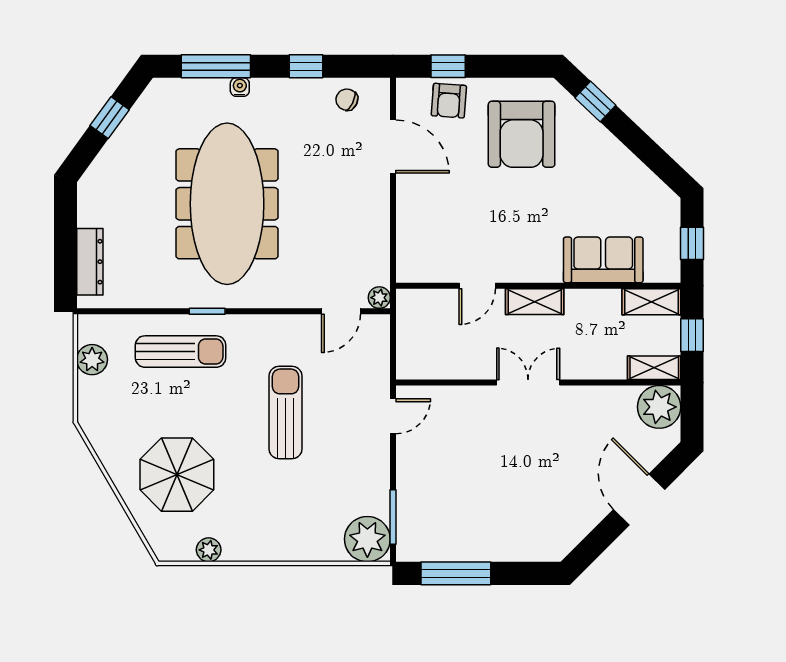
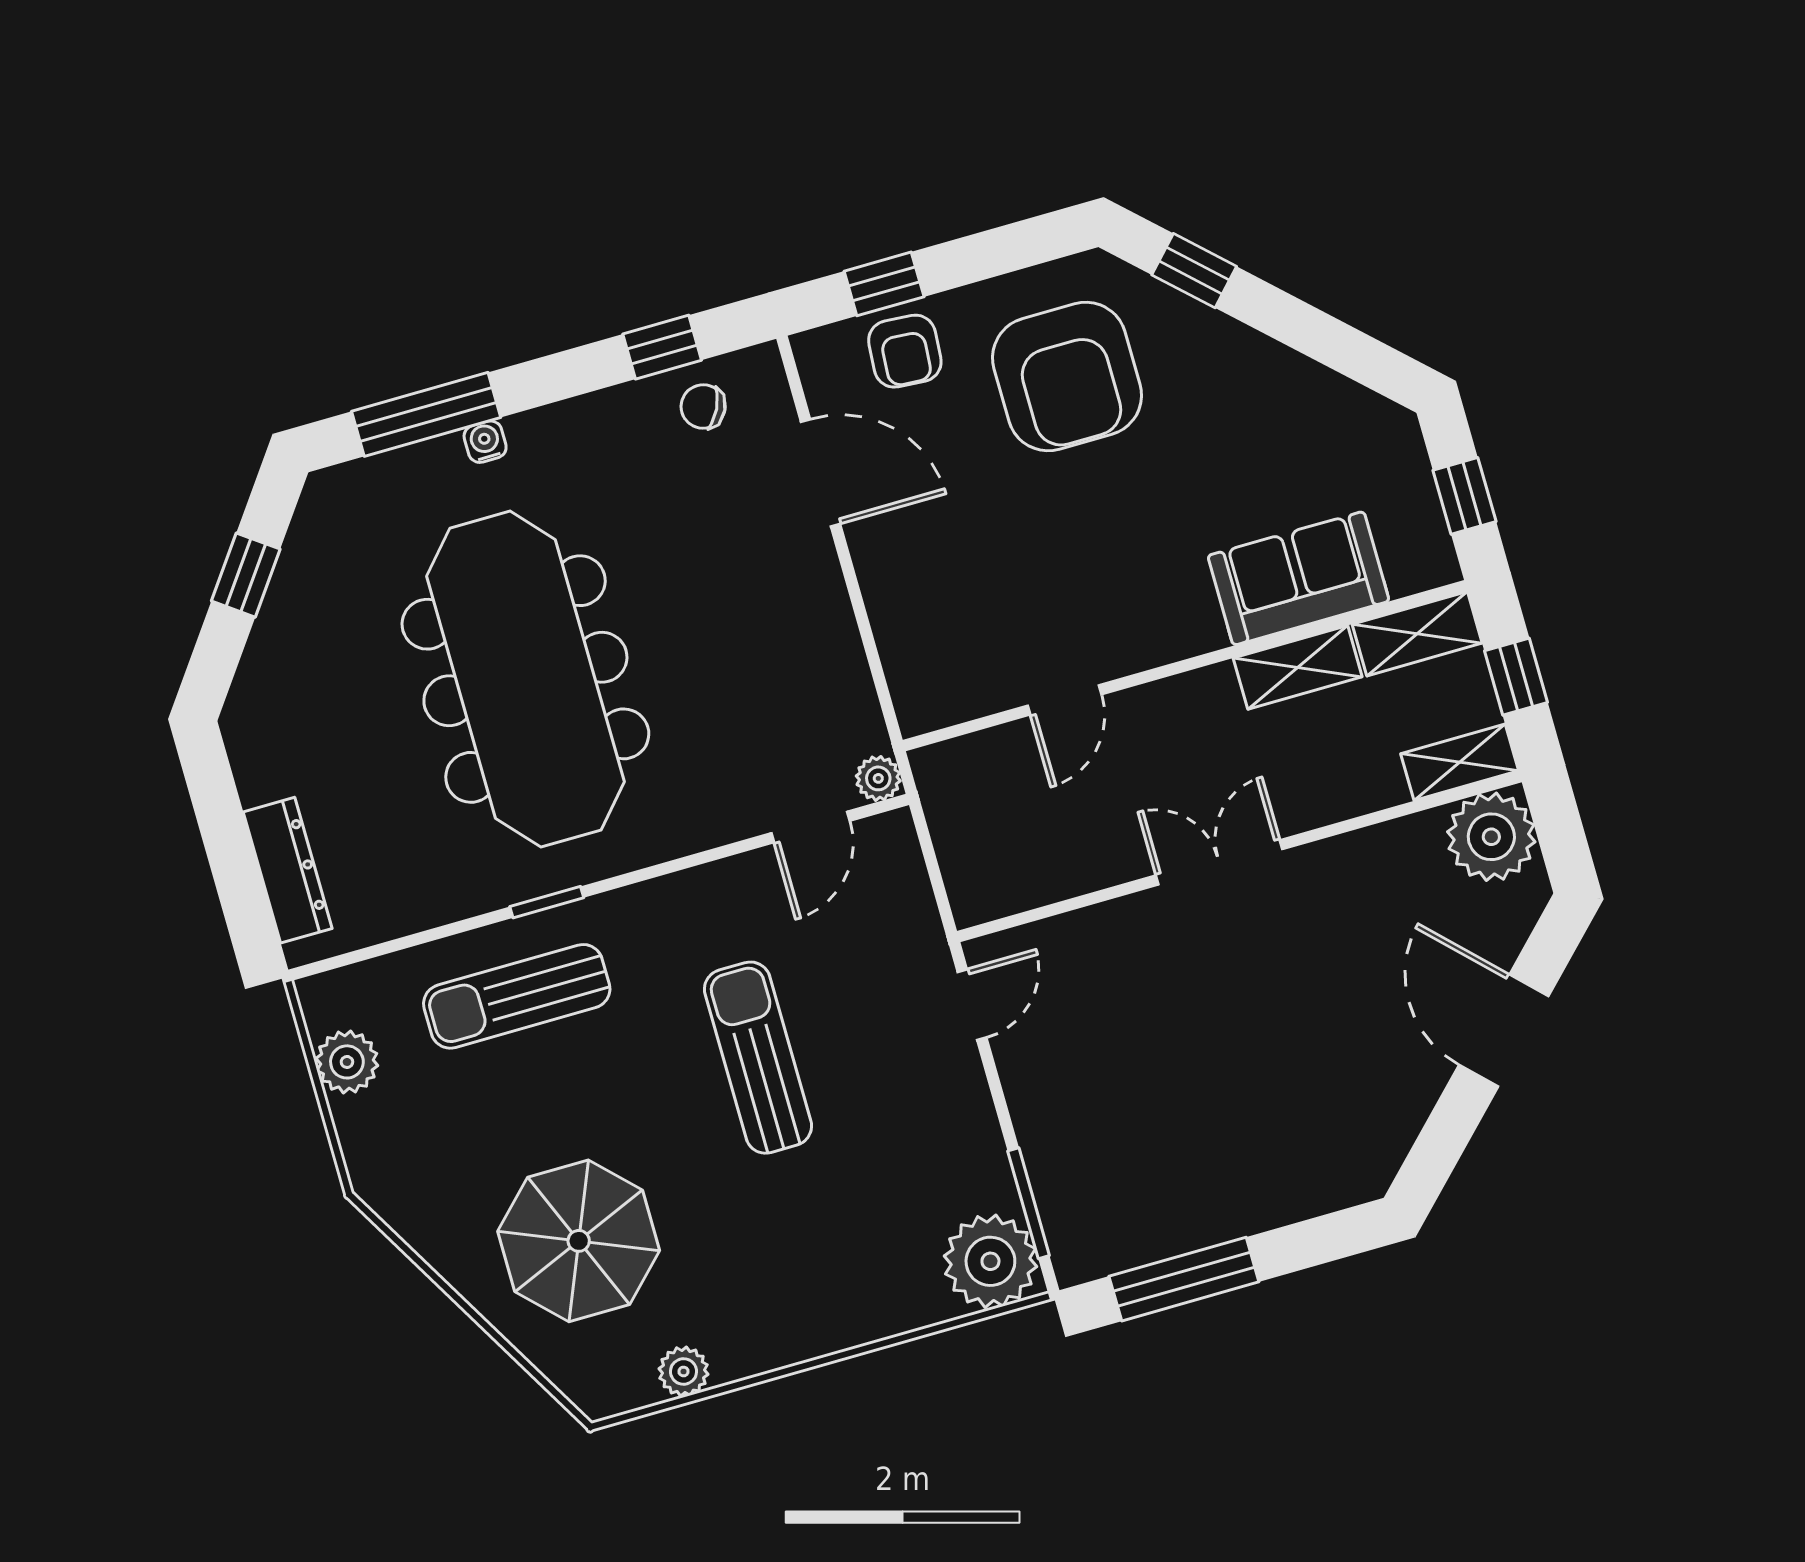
window: (306, 66) -> (662, 347), moved
shelving: (535, 302) -> (1298, 667), moved
sun lounger: (181, 352) -> (517, 996), turned 180

